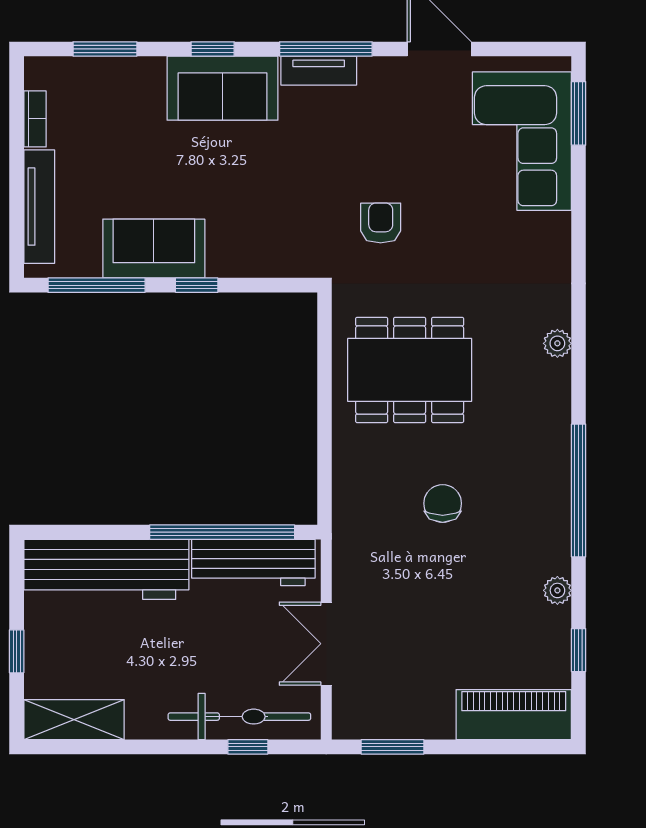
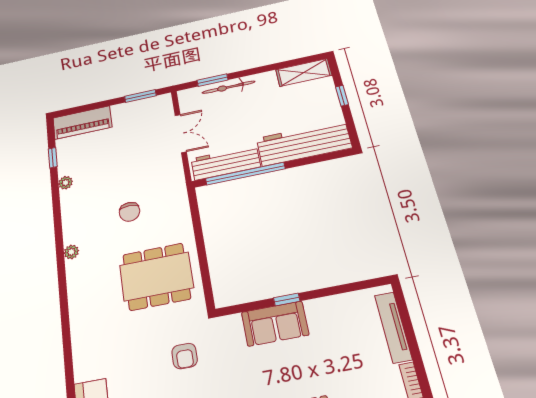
sofa: (154, 249) -> (275, 324), moved
window: (97, 285) -> (346, 288), removed
plant: (557, 343) -> (71, 252), moved
window: (579, 491) -> (58, 233), removed
bicycle: (239, 717) -> (228, 87), width x0.73, depth x0.71
window: (248, 747) -> (213, 80), width x1.50

